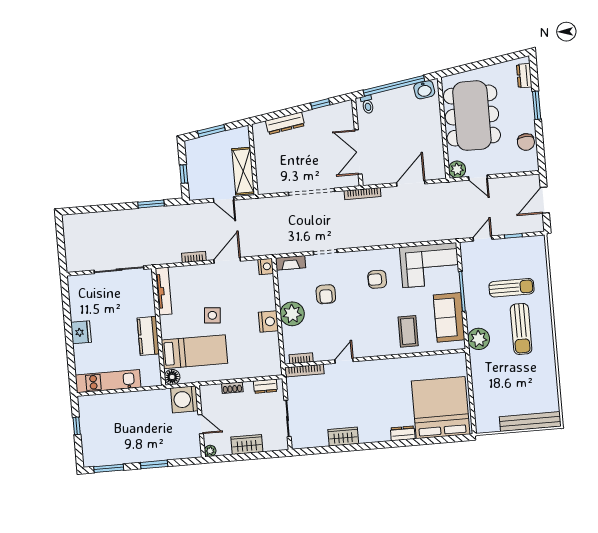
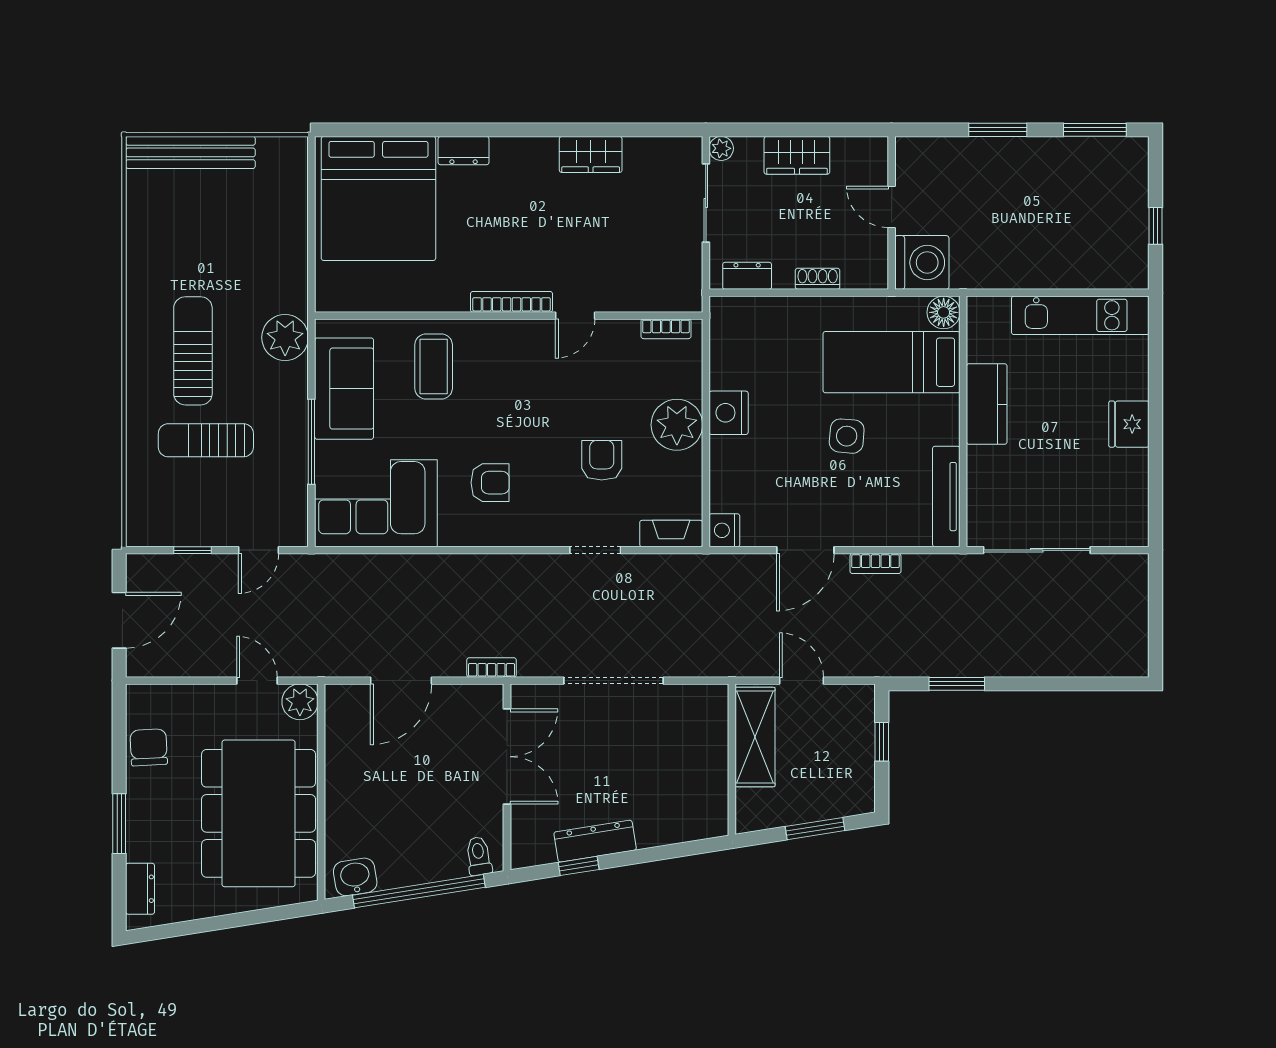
dresser: (285, 123) -> (595, 841), moved
bookcase: (363, 194) -> (492, 667), width x0.64
bookcase: (304, 371) -> (511, 302), moved
plant: (210, 451) -> (721, 148), moved

